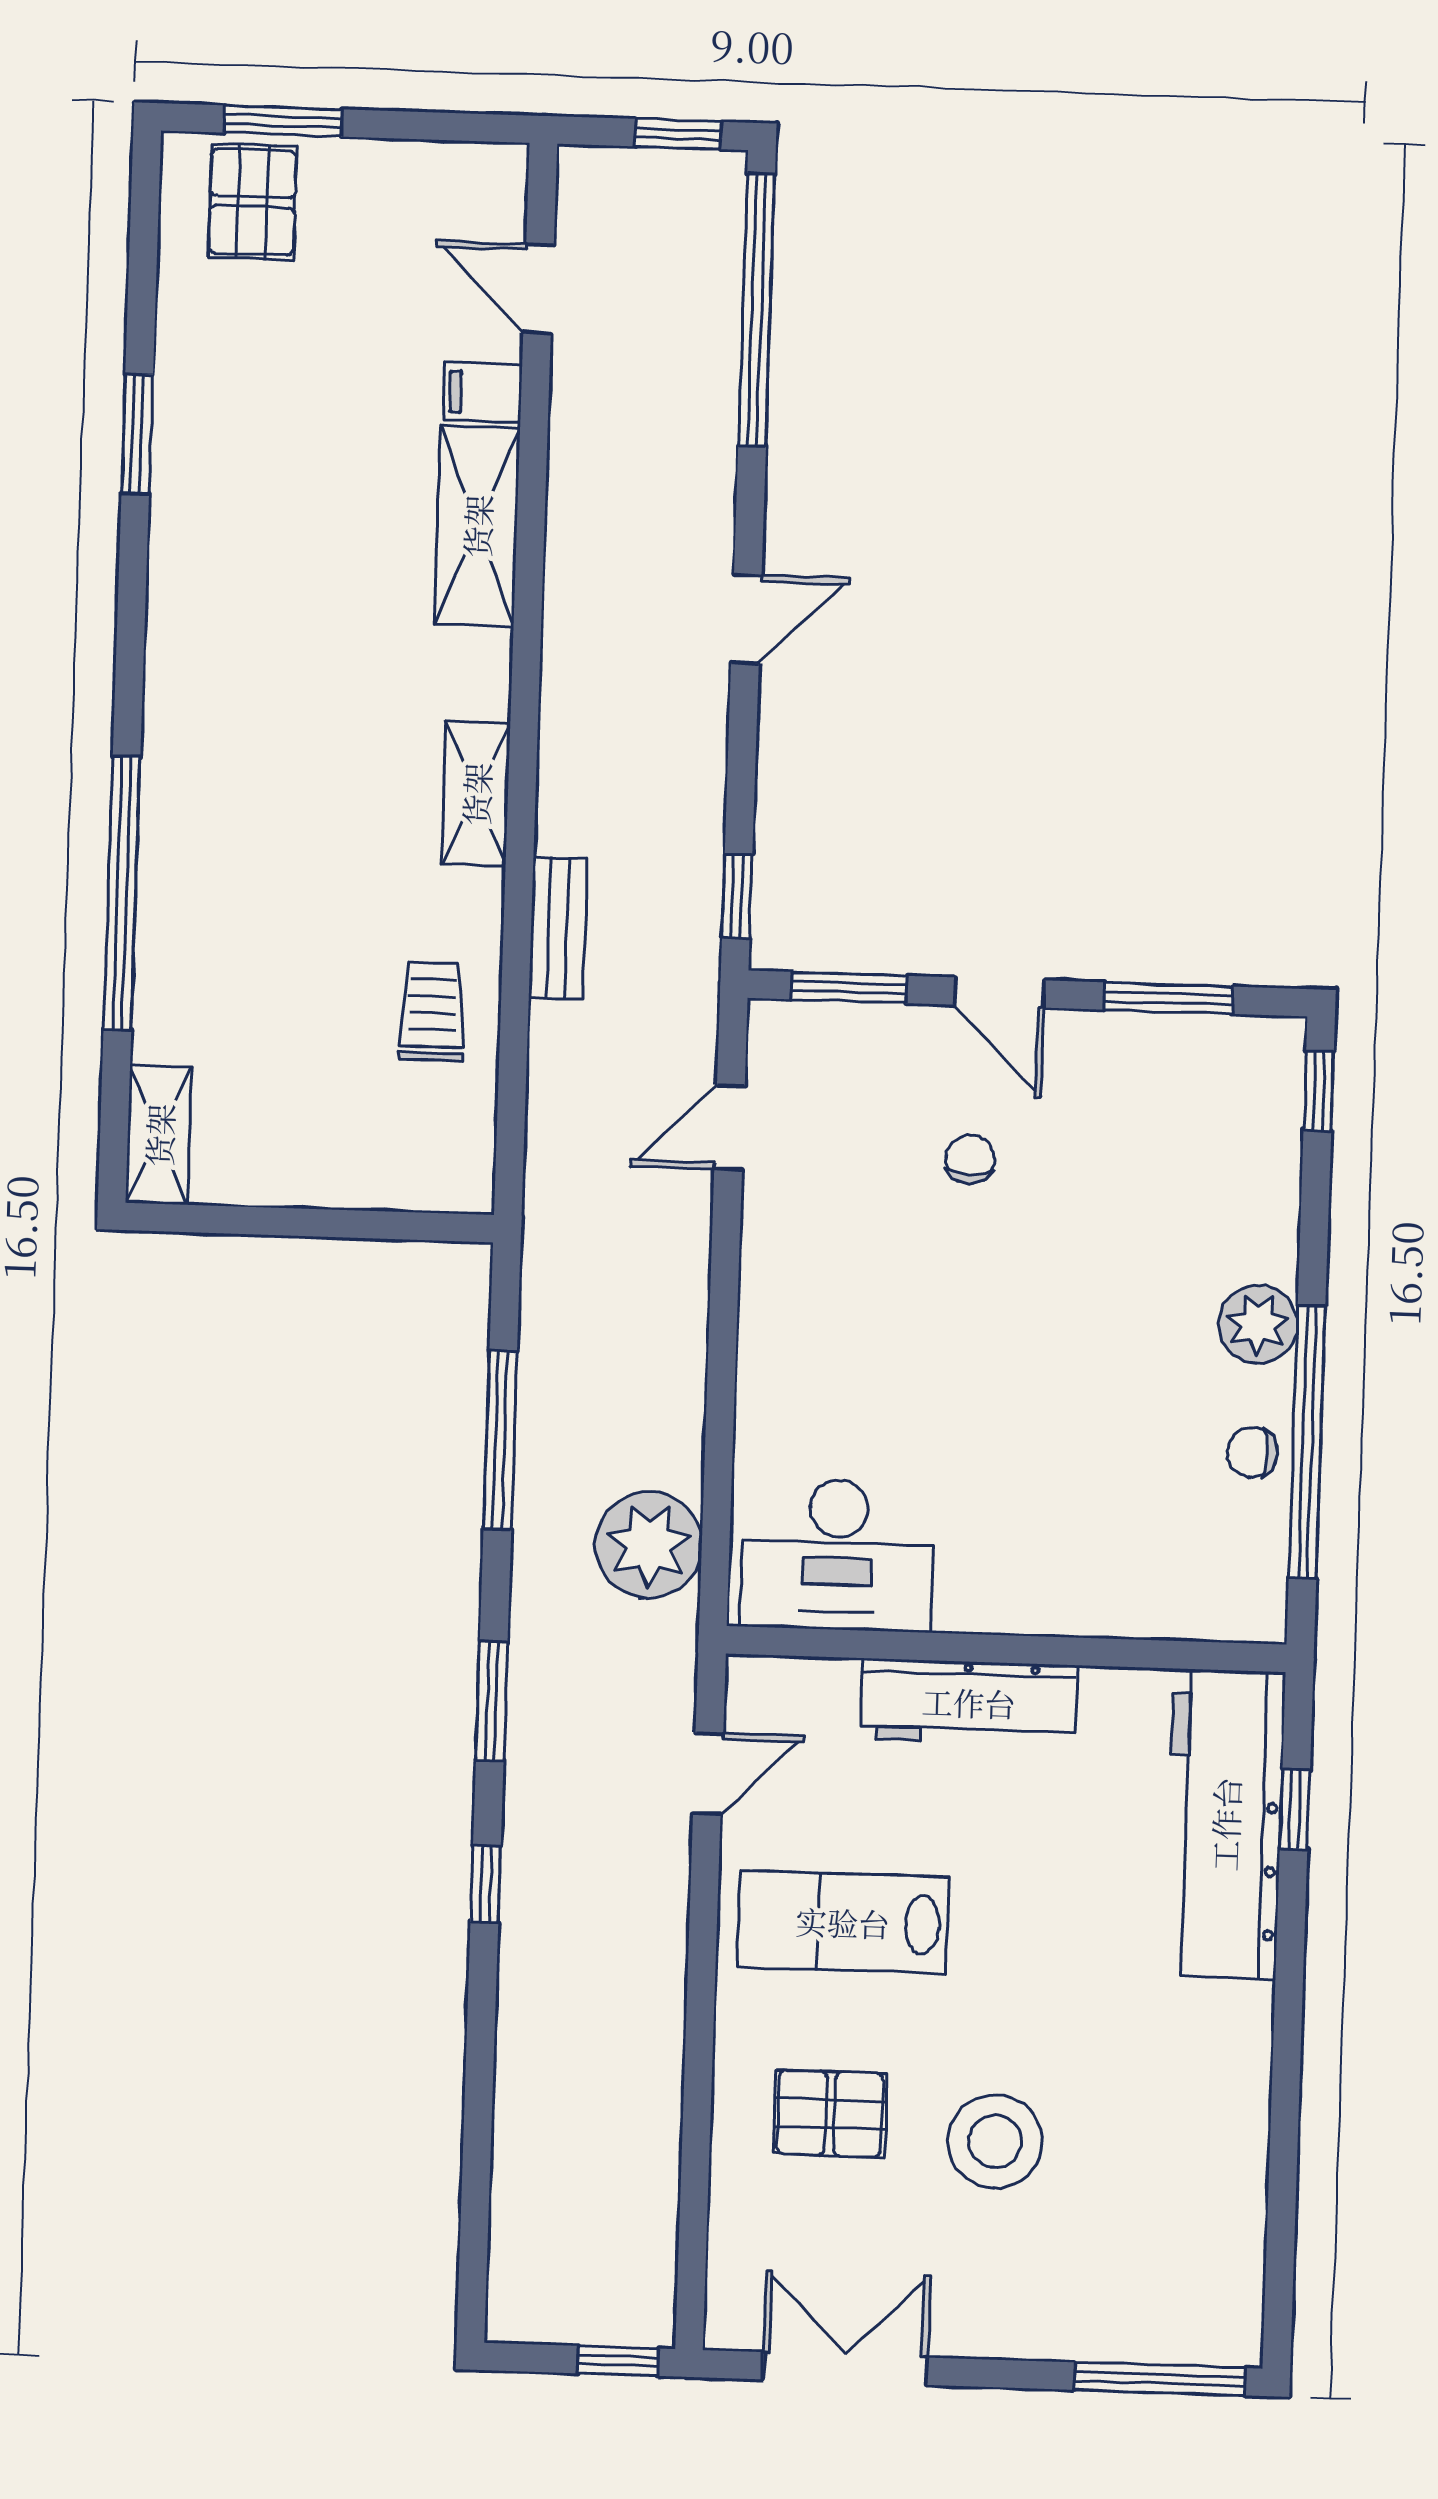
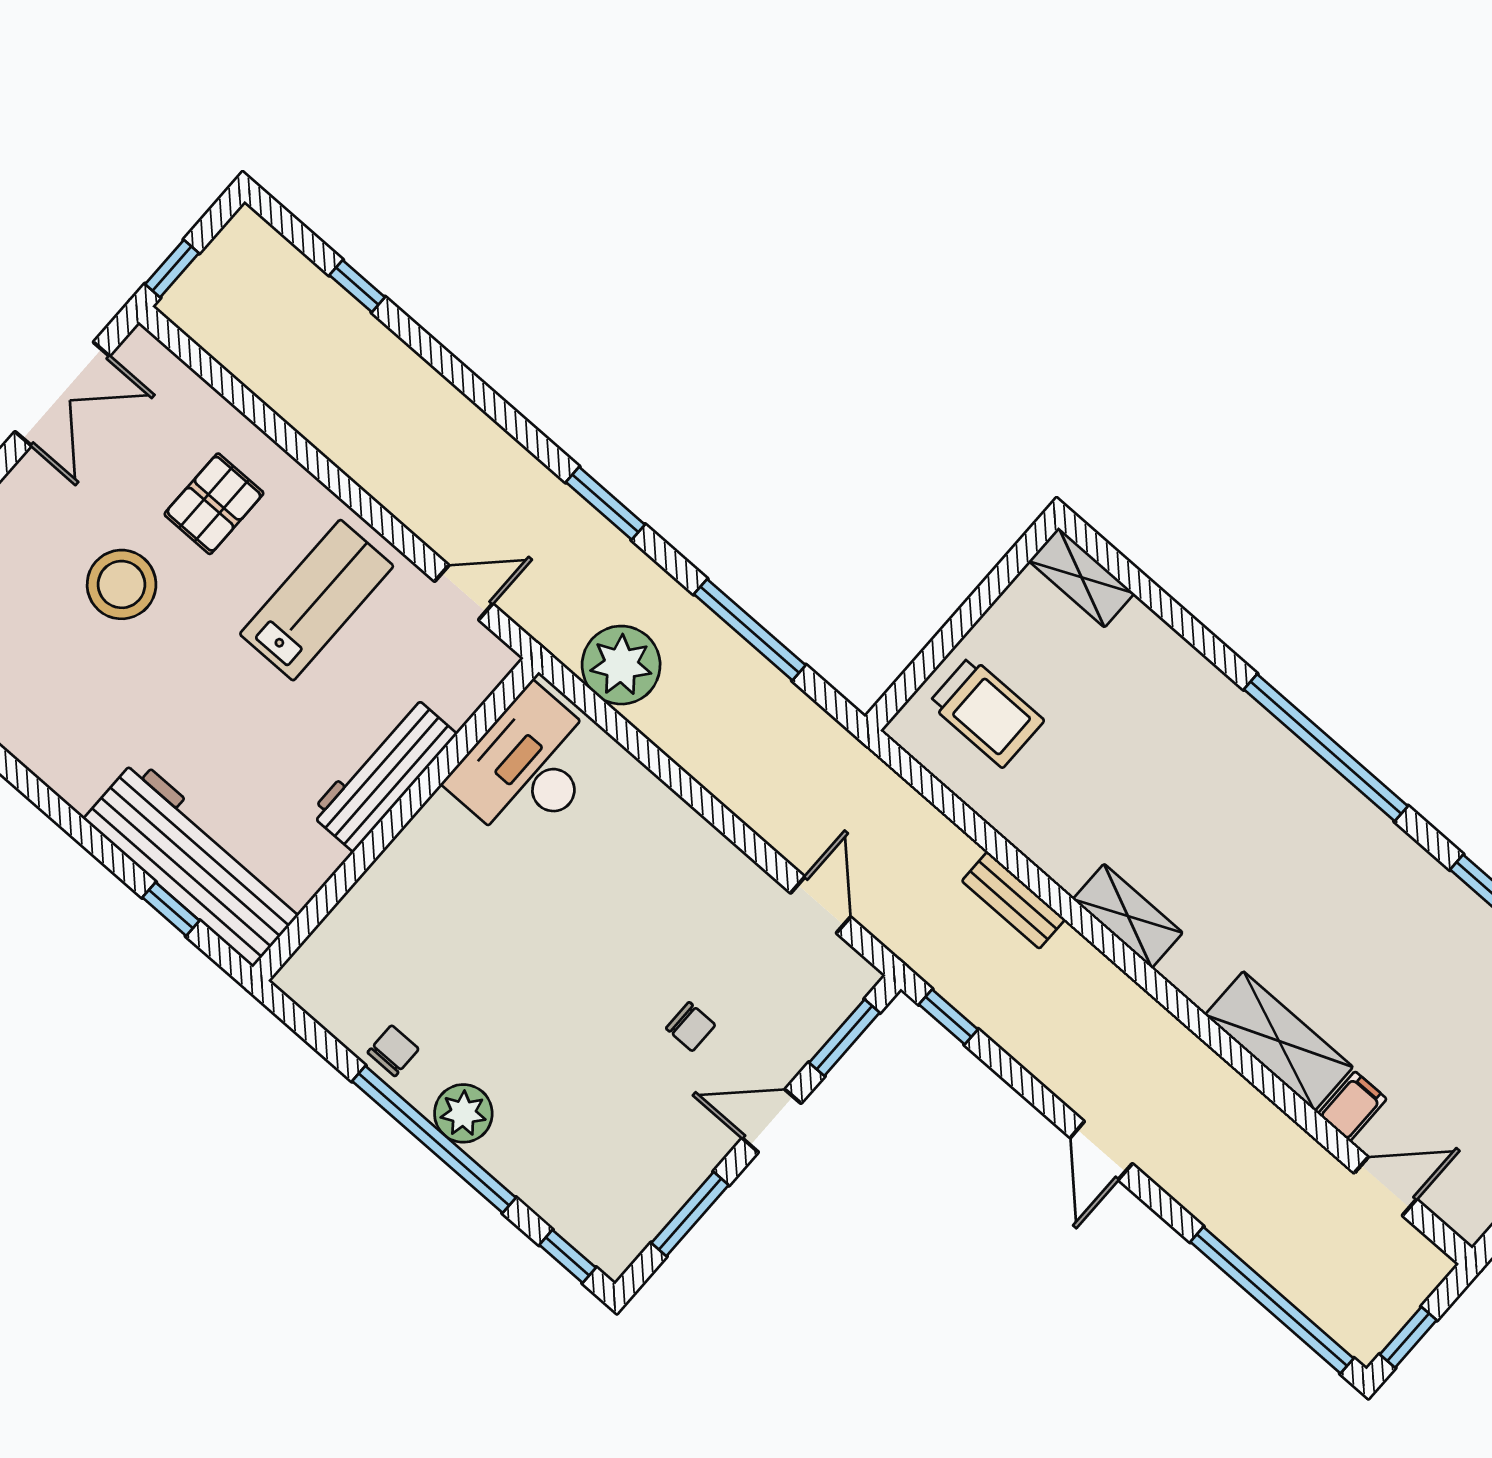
window: (122, 893) -> (1326, 748), moved
trolley: (432, 1012) -> (986, 712), moved, width x1.36, depth x1.39
window: (1307, 1442) -> (434, 1139), moved
door: (708, 1774) -> (464, 592), swing flipped
window: (486, 1884) -> (357, 286), moved

